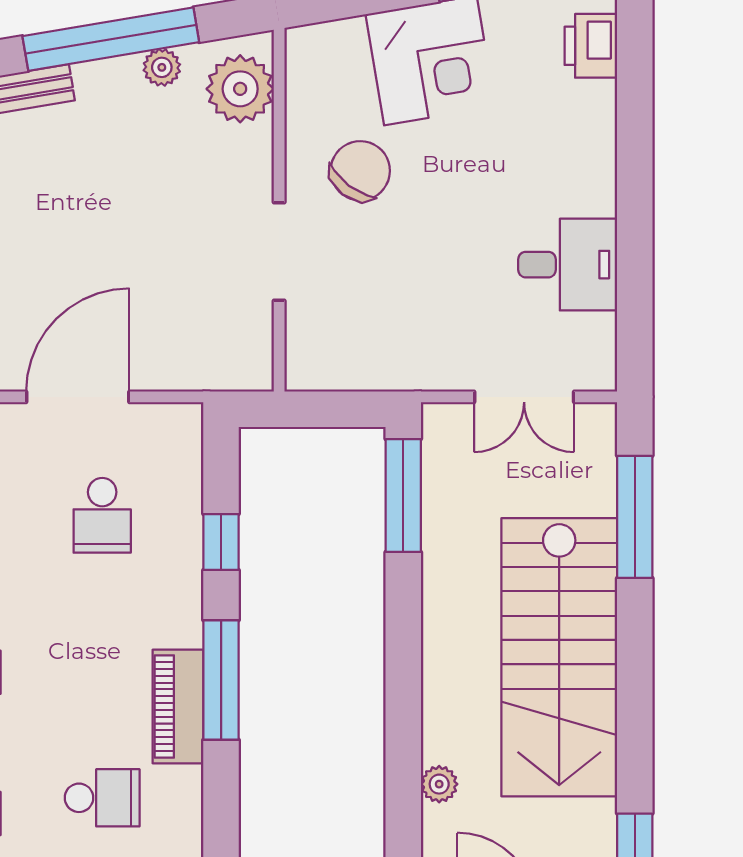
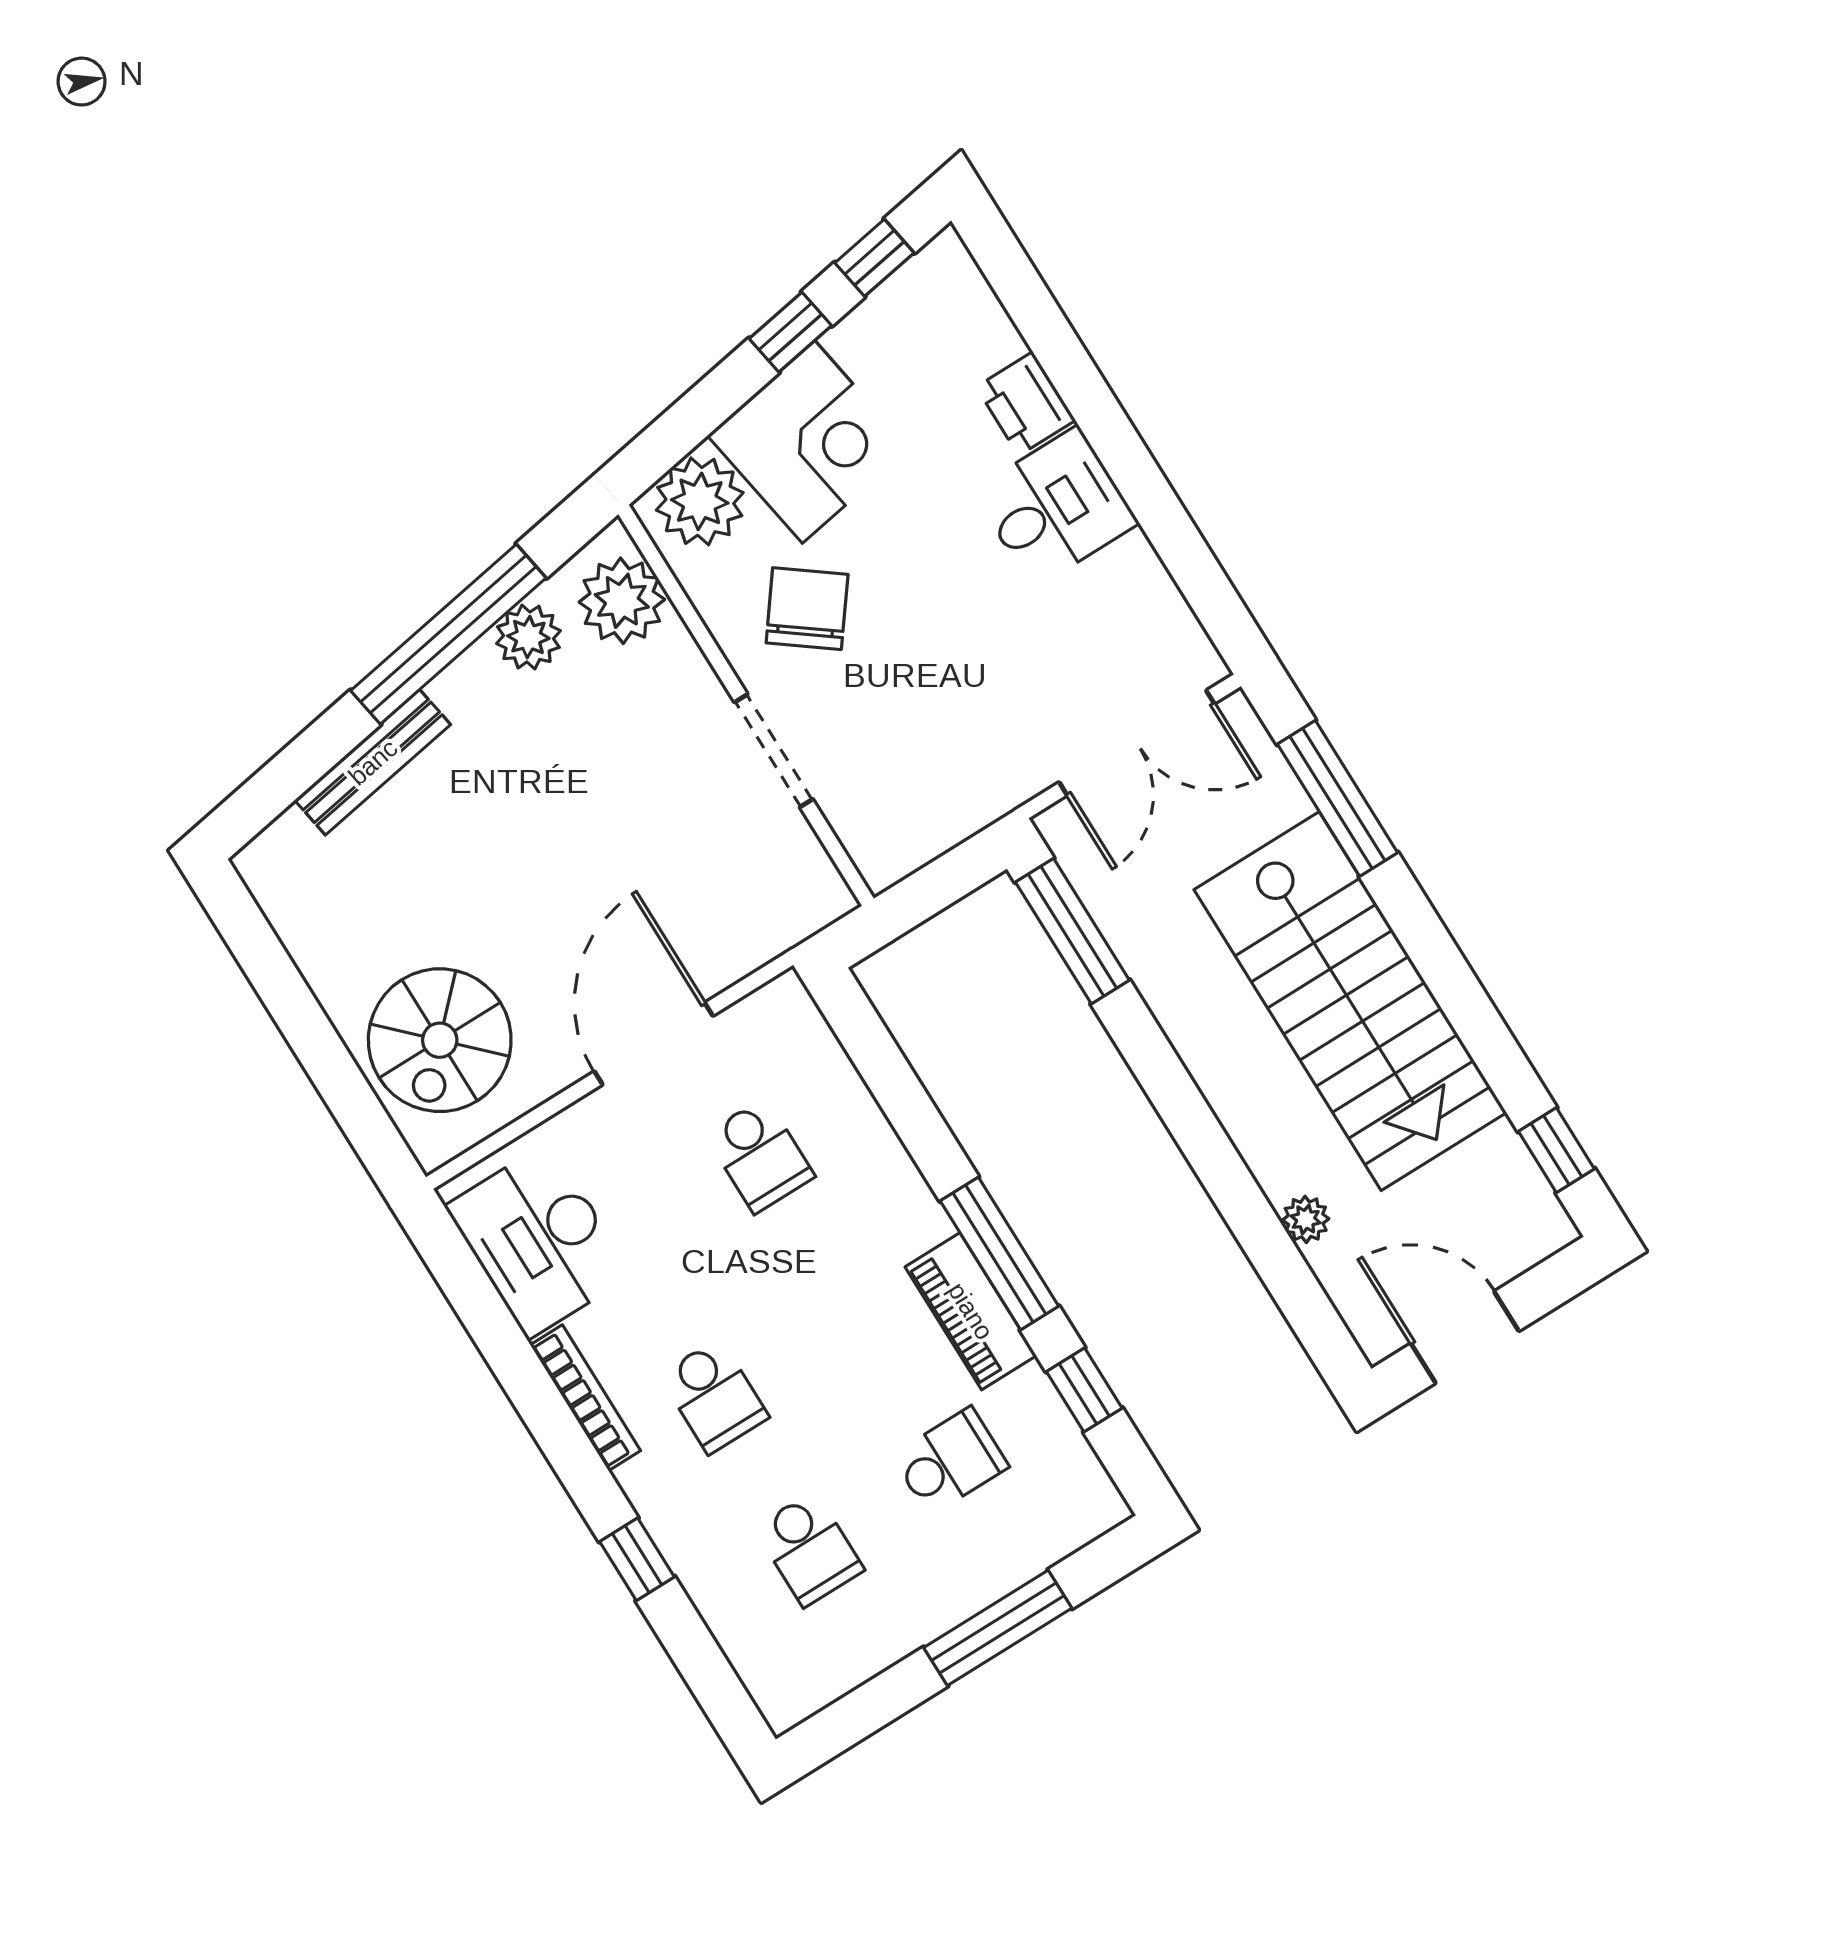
printer: (591, 46) -> (1026, 404), moved
plant: (333, 55) -> (700, 501), added
plant: (162, 67) -> (528, 637), width x1.38, depth x1.38
desk: (568, 265) -> (1055, 507), moved
double door: (524, 397) -> (1137, 743), width x1.37
window: (221, 542) -> (1084, 1390), moved

